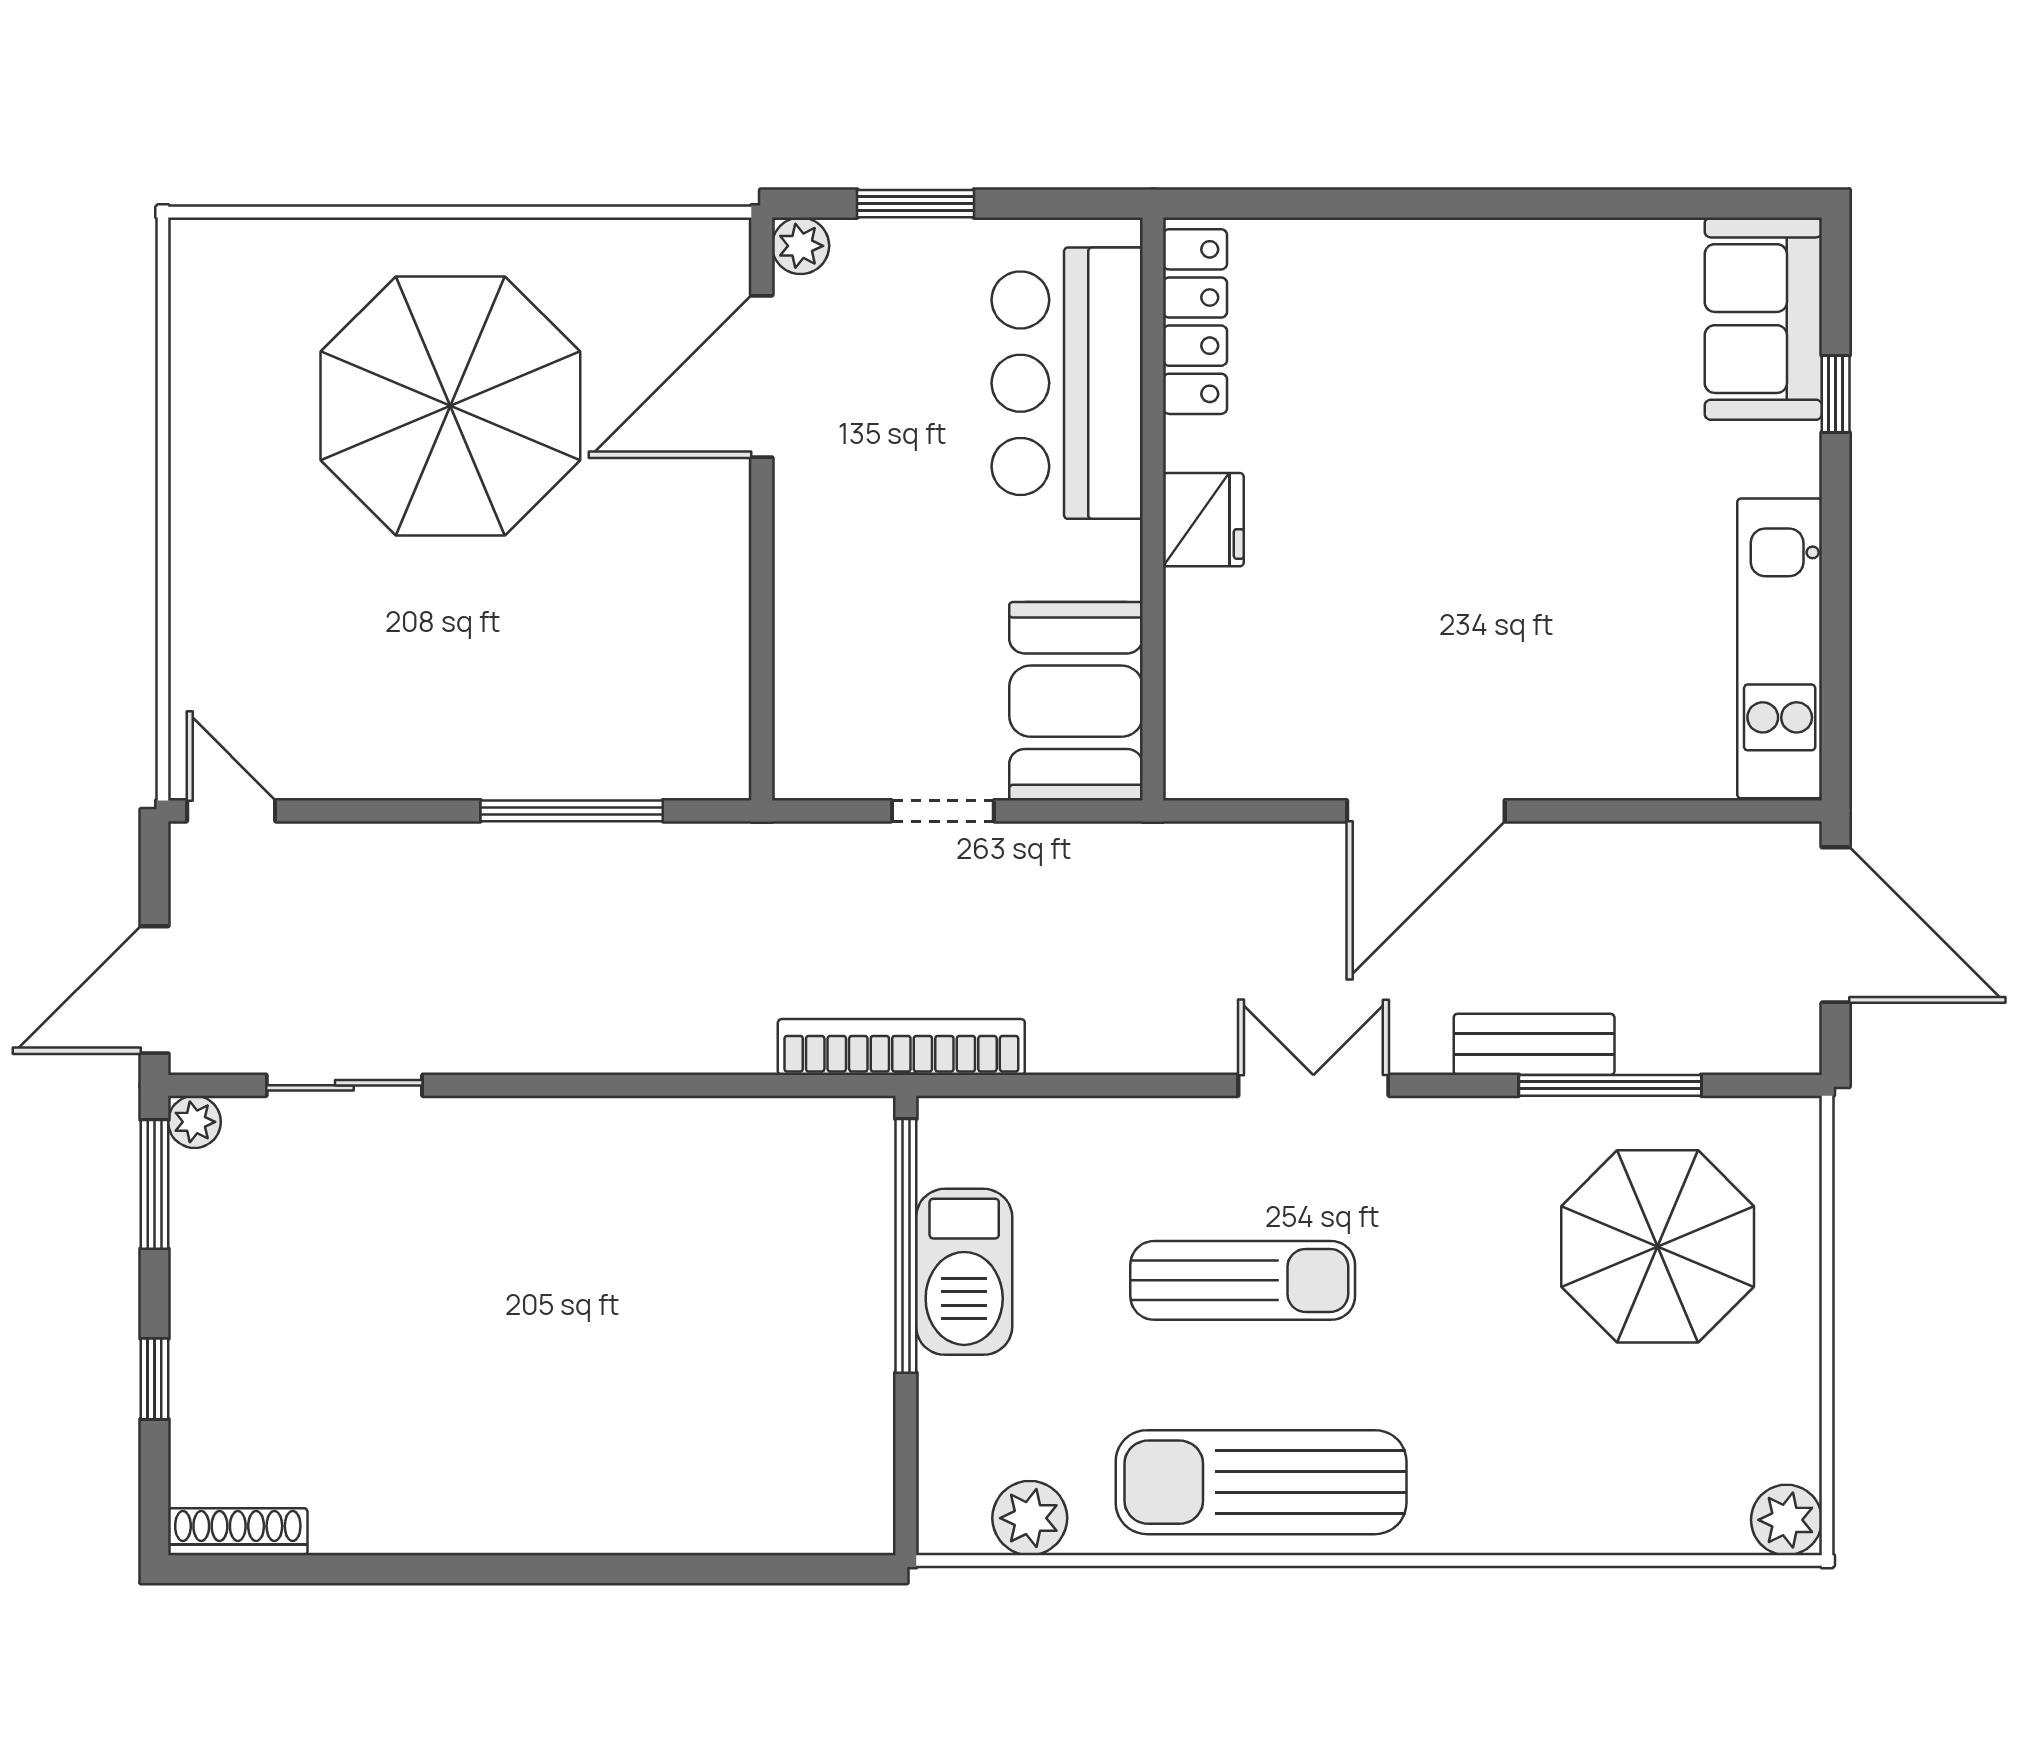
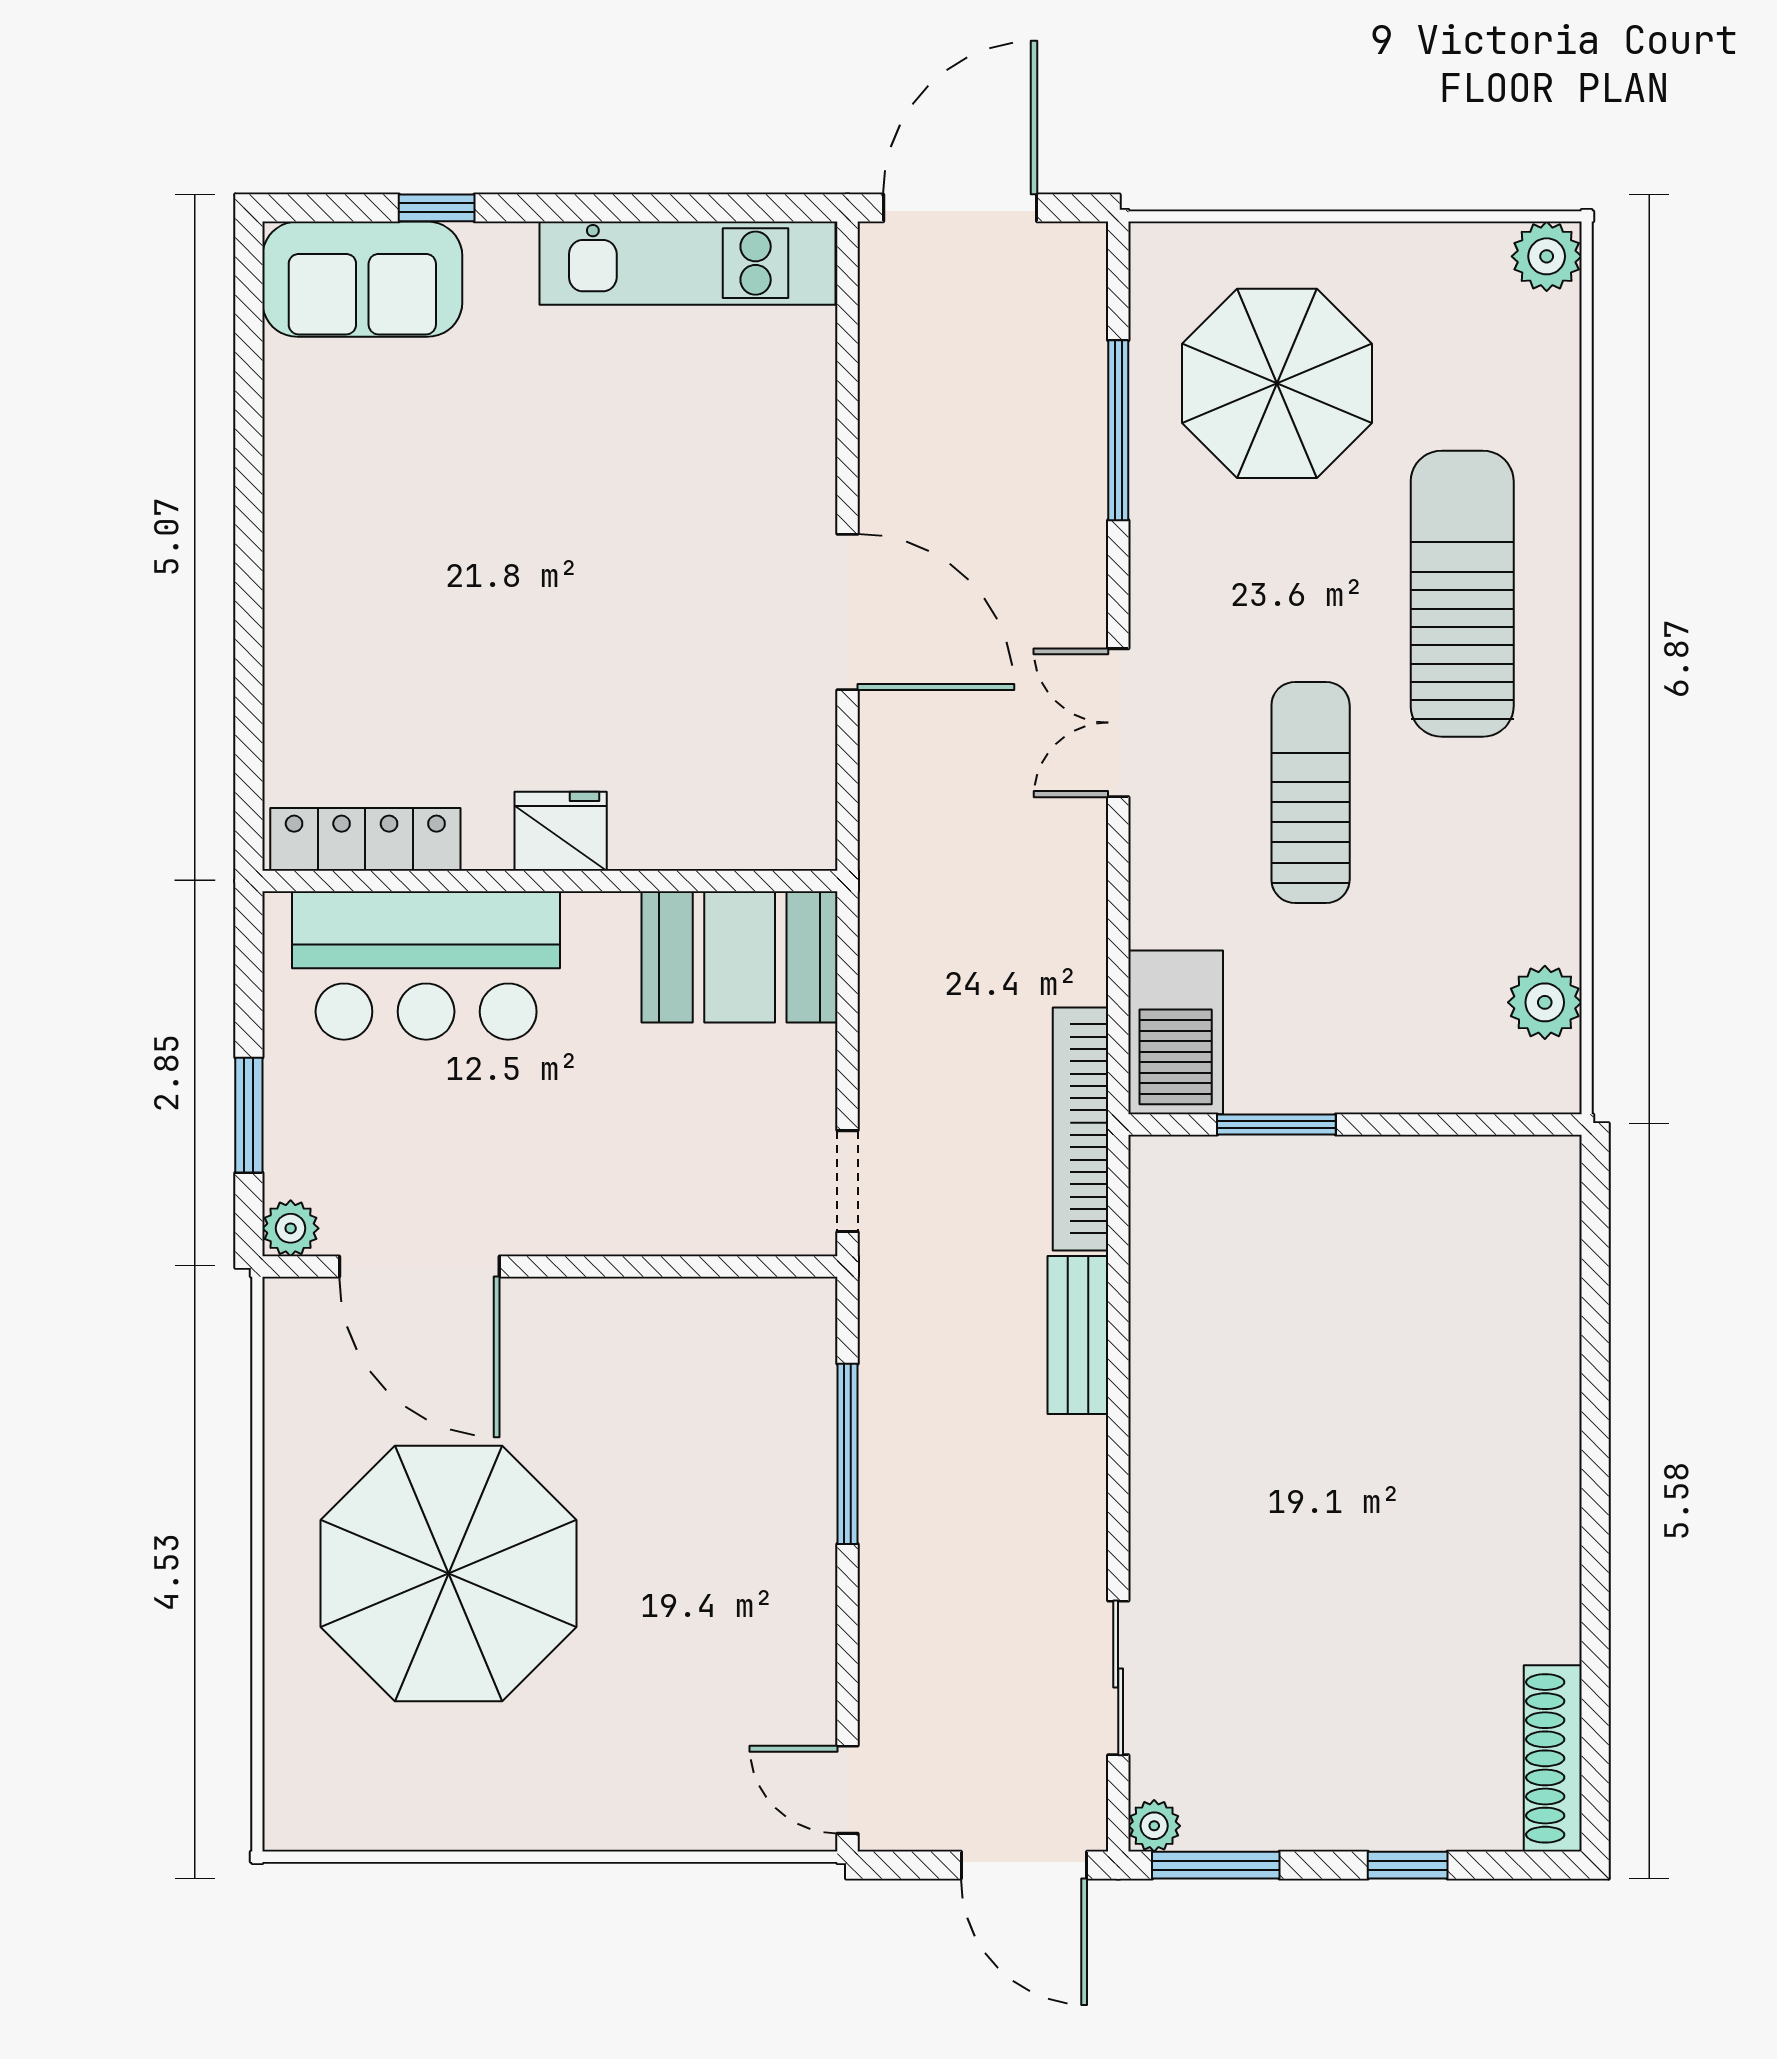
door: (231, 811) -> (848, 1790), hinge flipped
doorway: (943, 811) -> (848, 1181), moved
bench: (1534, 1044) -> (1078, 1335), moved
window: (906, 1246) -> (1276, 1124), width x0.47
barbecue: (964, 1272) -> (1176, 1032), moved, turned 90
sun lounger: (1261, 1482) -> (1462, 594), moved, turned 180
shoe rack: (238, 1532) -> (1553, 1758), width x1.36, depth x1.24

